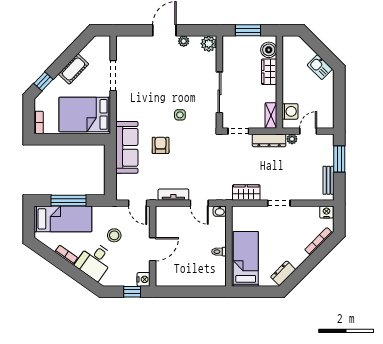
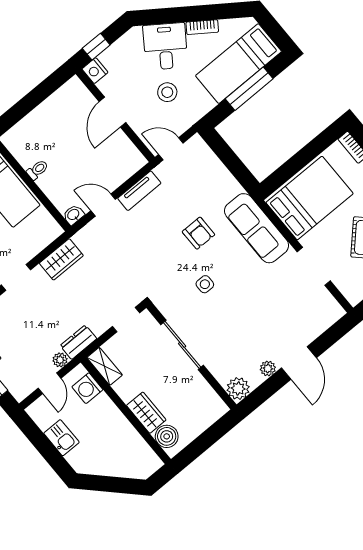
window: (248, 30) -> (207, 439), removed
kitchen sink: (320, 67) -> (61, 438), moved, turned 45
dresser: (269, 140) -> (78, 342), width x0.70
sofa: (127, 147) -> (257, 228), moved

